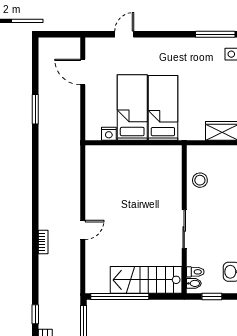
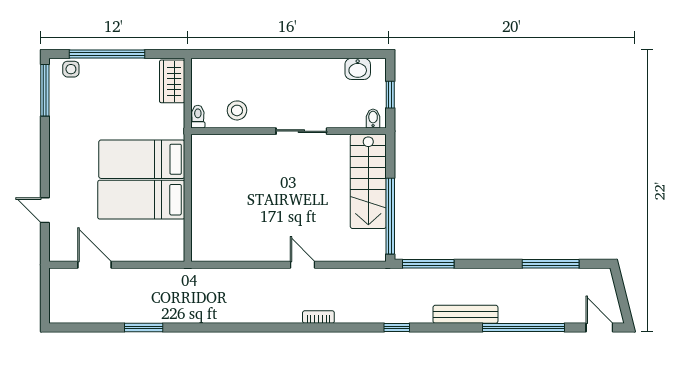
door: (83, 72) -> (95, 265), swing flipped
nightstand: (109, 134) -> (176, 230), removed
toilet: (195, 272) -> (198, 117), moved
window: (35, 314) -> (397, 327), moved

